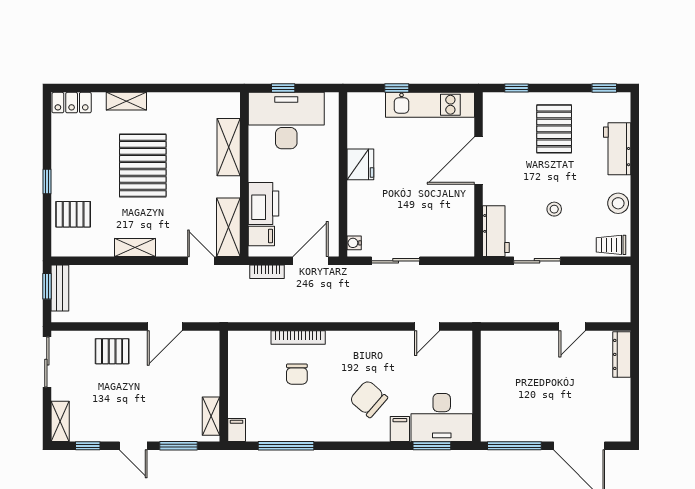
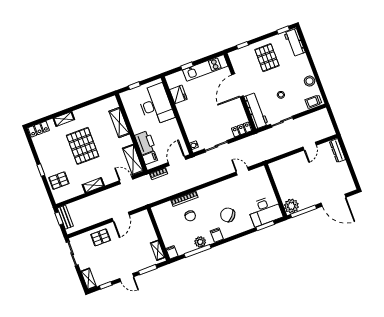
desk: (286, 121) -> (156, 105), moved, turned 90
workbench: (617, 149) -> (295, 43), moved
fridge: (360, 164) -> (178, 94), moved
workbench: (496, 231) -> (256, 111), width x1.38
locker: (455, 247) -> (242, 129), added
door: (427, 327) -> (242, 171), swing flipped
plant: (495, 427) -> (291, 206), added
filing cabinet: (400, 429) -> (217, 235), moved
plant: (297, 430) -> (200, 242), added

